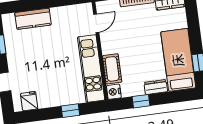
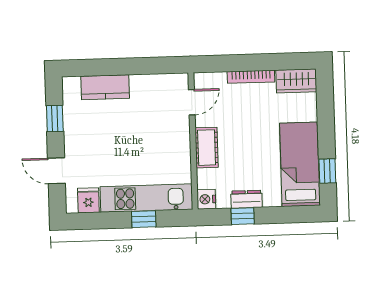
kitchen unit: (91, 69) -> (146, 198), moved, turned 90
cot: (112, 69) -> (207, 148), moved
dresser: (156, 87) -> (247, 199), moved

